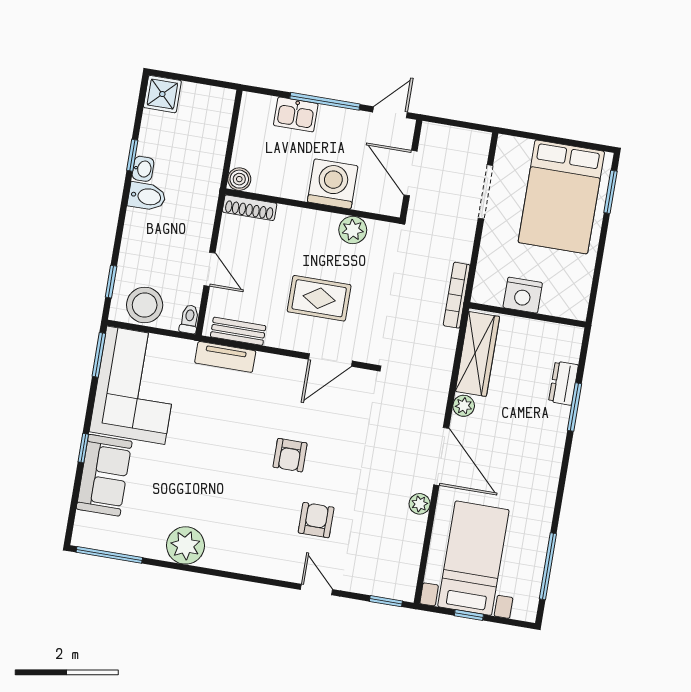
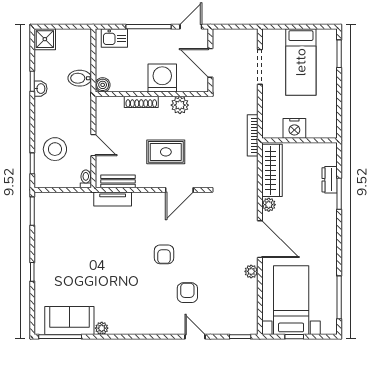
kitchen sink: (296, 114) -> (114, 38), moved
bidet: (147, 196) -> (80, 78), moved, turned 180
bed: (561, 197) -> (301, 62), width x0.67
shoe rack: (250, 208) -> (141, 102), moved
stool: (145, 305) -> (55, 149), moved
corner sofa: (136, 385) -> (59, 226), removed
sofa: (104, 475) -> (69, 321), moved, turned -90
plant: (185, 545) -> (102, 328), width x0.53, depth x0.53

